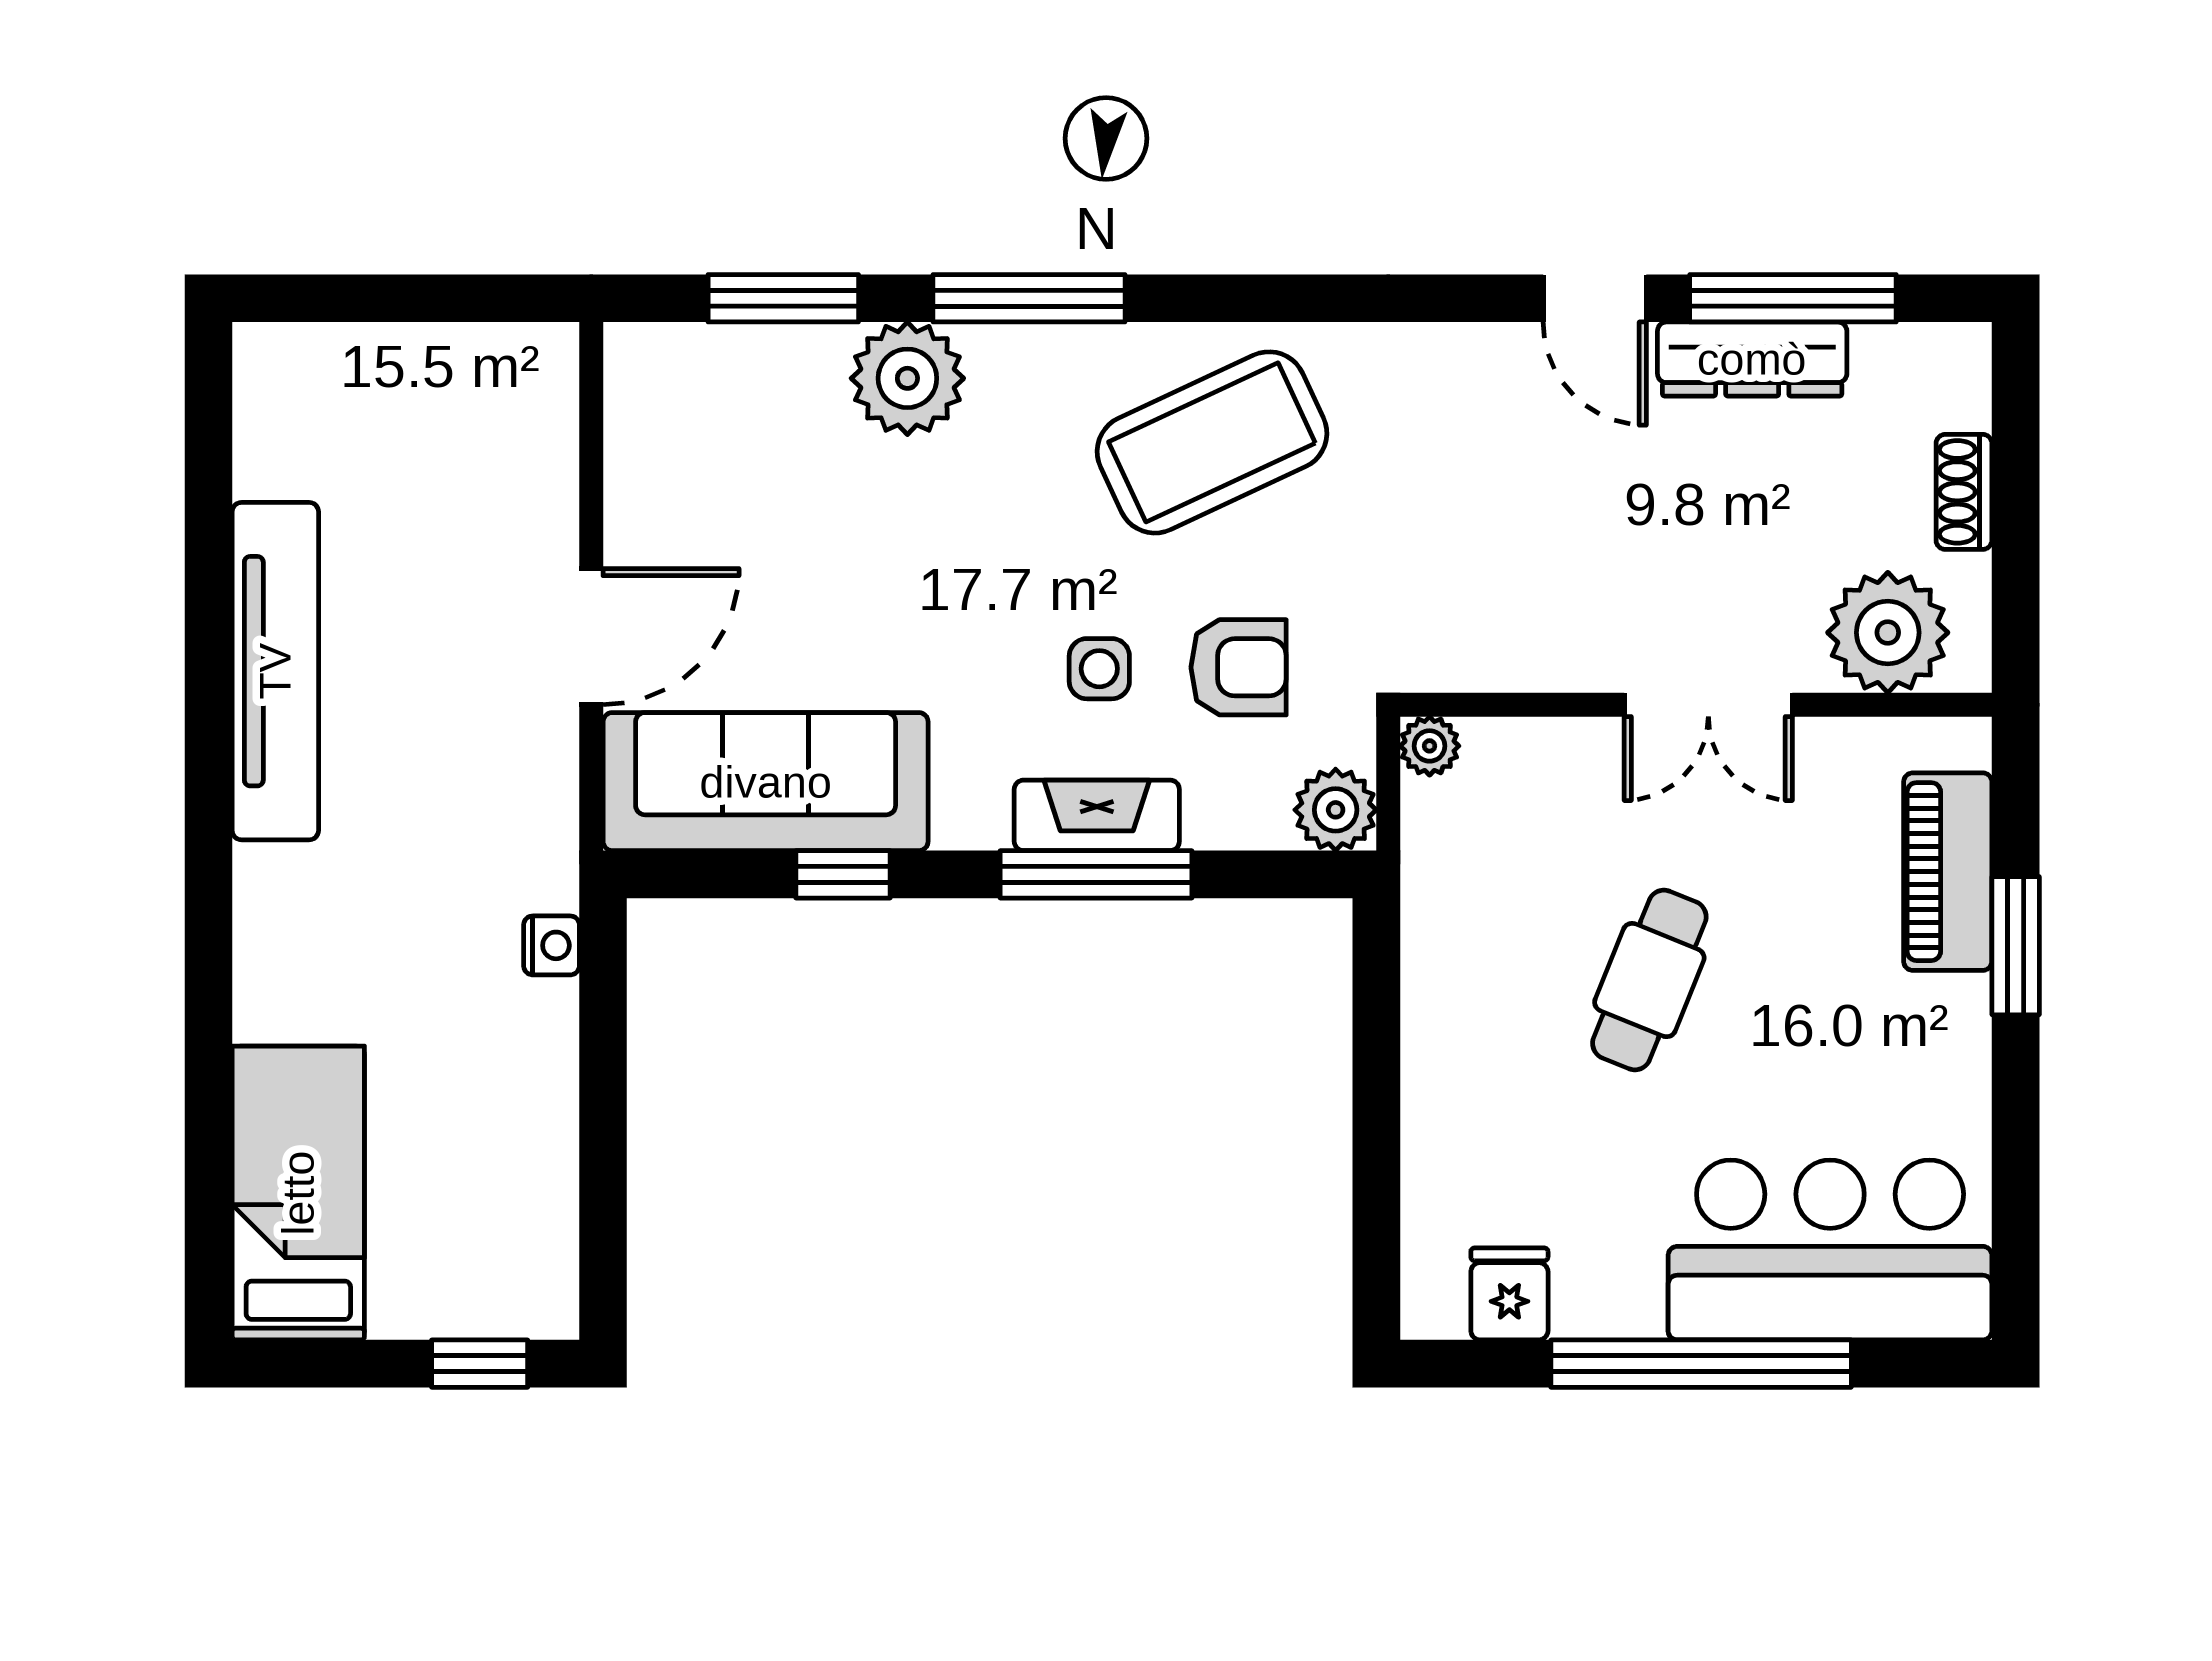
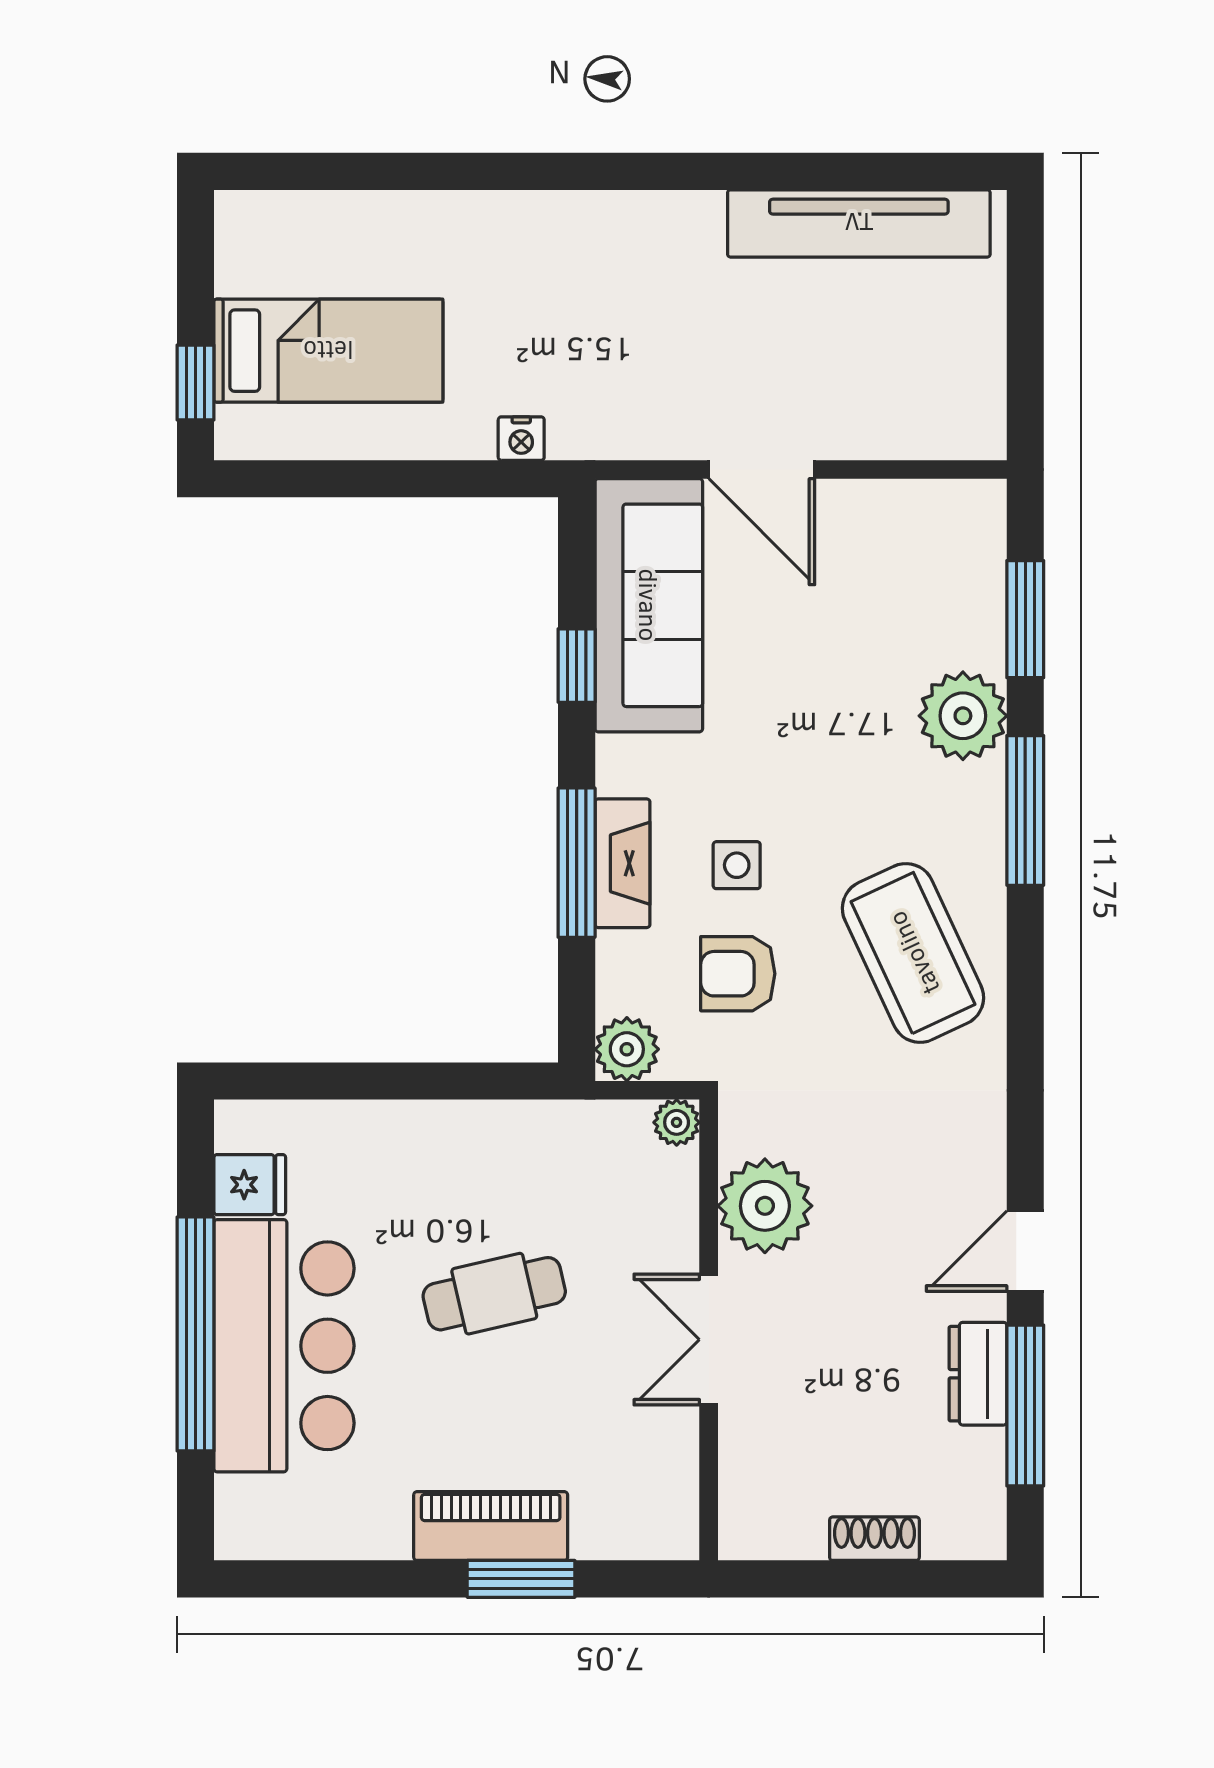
dresser: (1752, 359) -> (978, 1374), width x0.70
plant: (1888, 633) -> (765, 1206), moved
armchair: (1239, 667) -> (738, 974), turned 90
tv unit: (275, 671) -> (859, 223), moved
piano: (1948, 872) -> (491, 1526), moved
cafe table: (1649, 980) -> (494, 1294), turned -35
bed: (298, 1193) -> (328, 351), moved
bar counter: (1830, 1250) -> (284, 1346), moved

